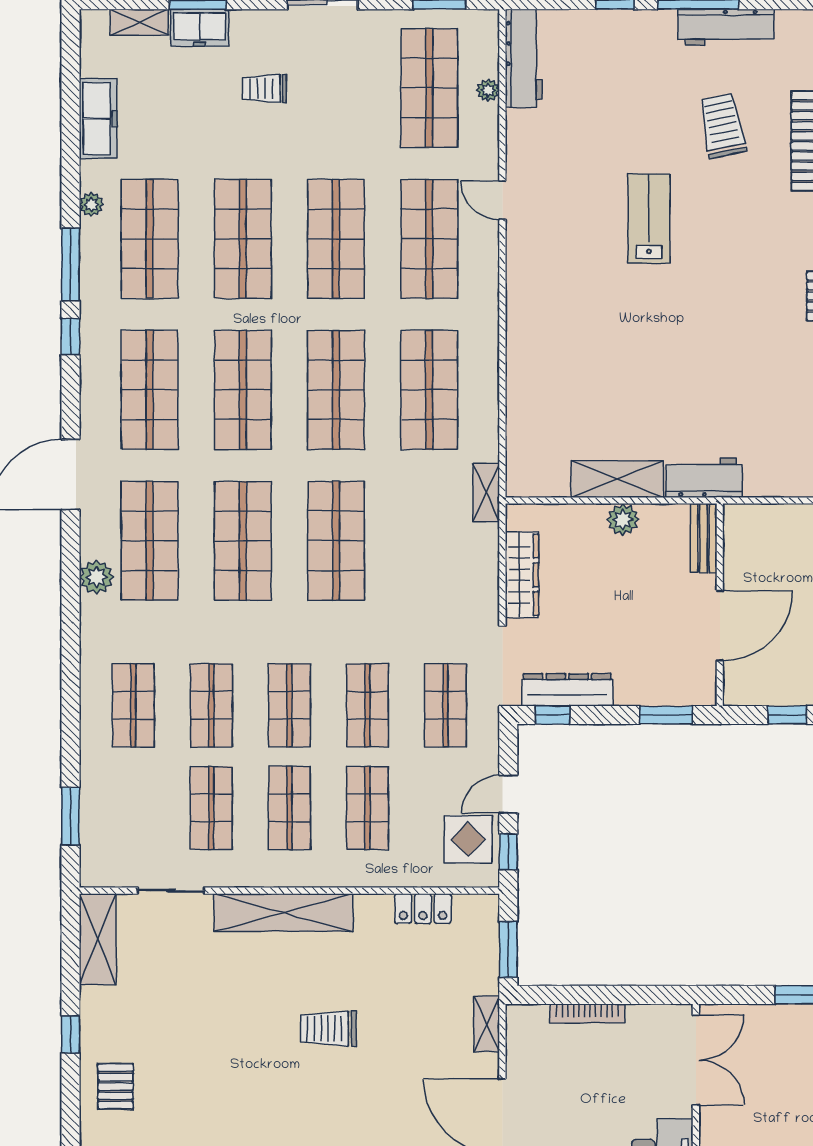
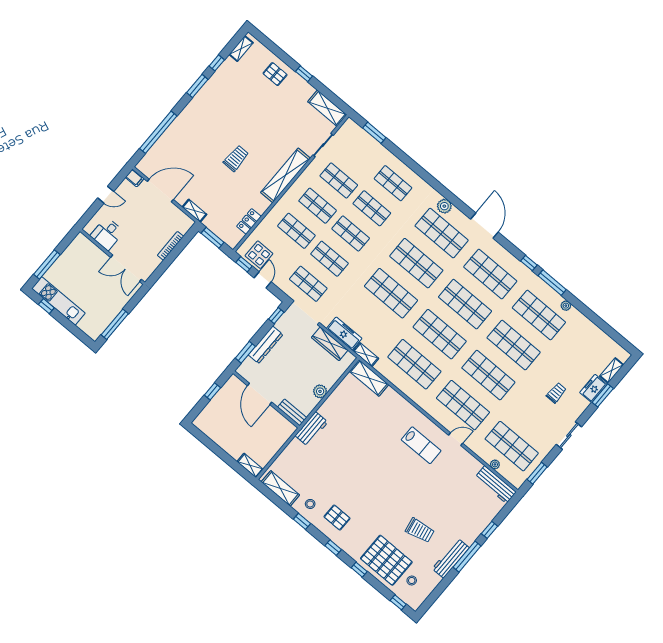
freezer: (98, 119) -> (344, 333), moved, turned 180
lab bench: (649, 218) -> (421, 445), moved
shelving: (617, 479) -> (369, 378), moved, turned 90
dresser: (567, 690) -> (266, 345), moved

